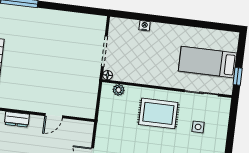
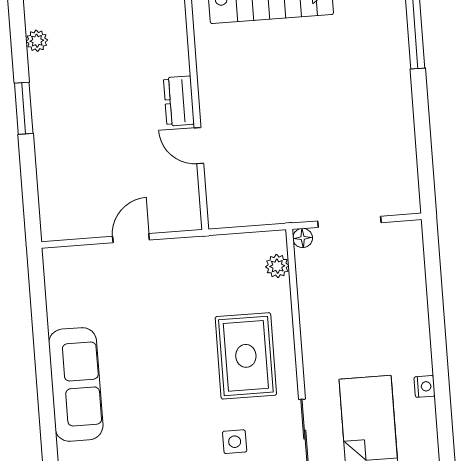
nightstand: (145, 26) -> (425, 386), moved
dresser: (17, 119) -> (179, 101), moved

